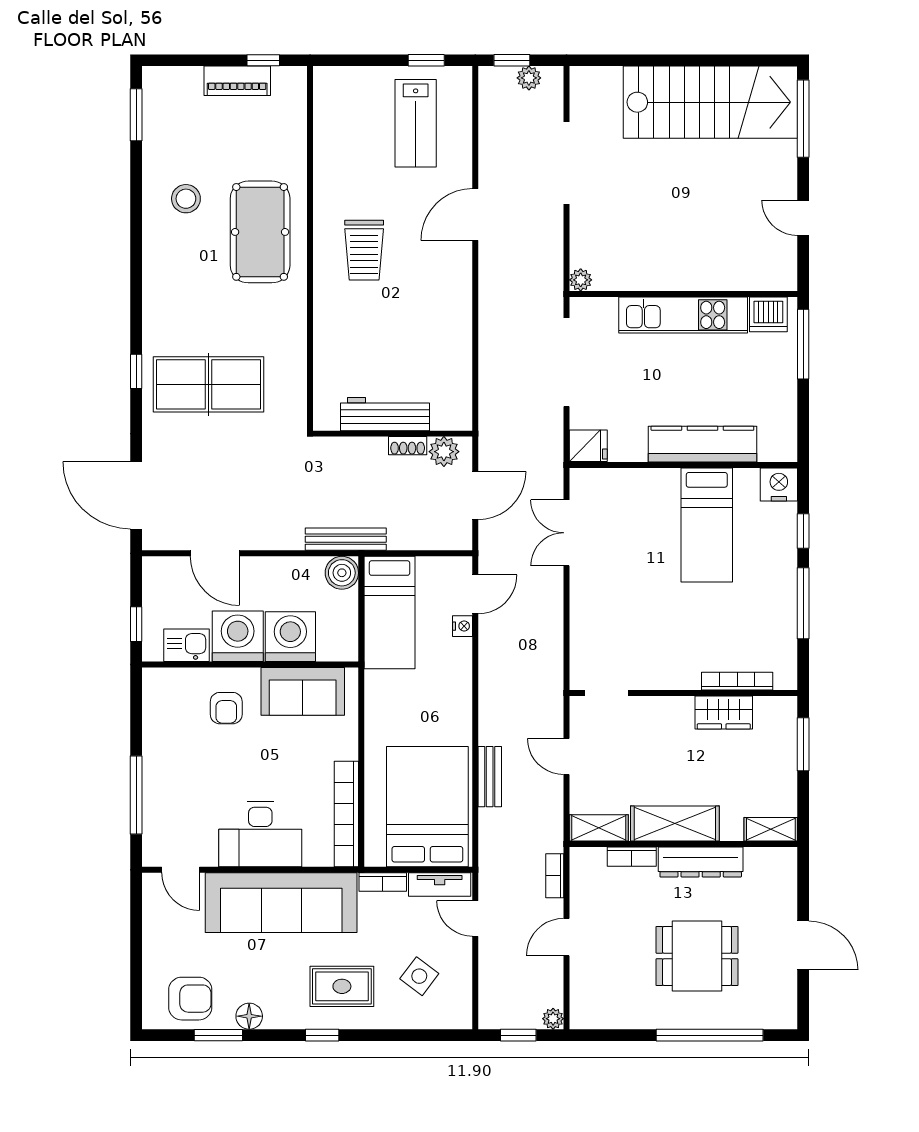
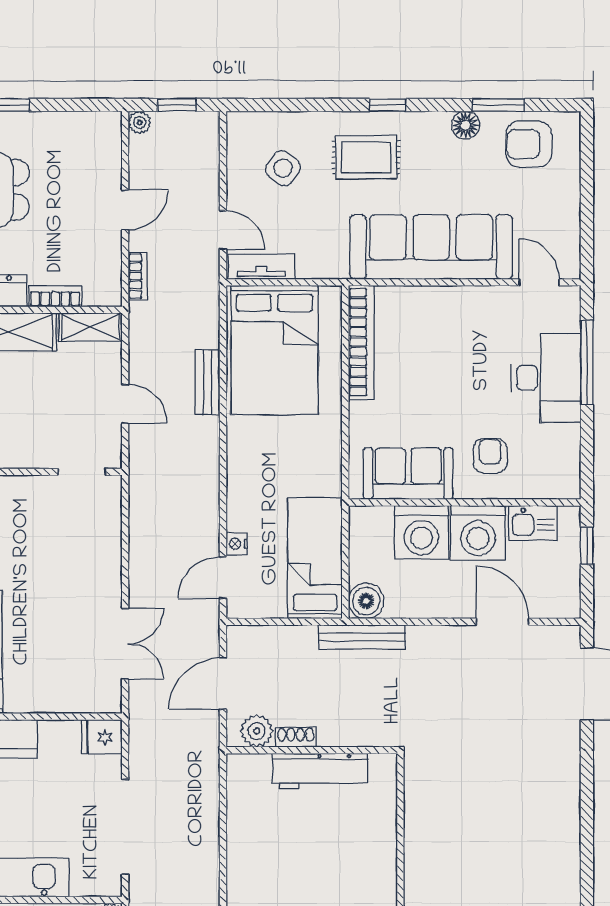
window: (136, 371) -> (587, 817), removed
table tennis table: (208, 384) -> (509, 803), removed
desk: (260, 834) -> (546, 378), moved, turned 90
bookcase: (383, 882) -> (322, 269), removed

